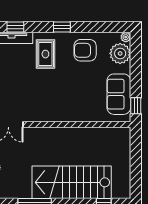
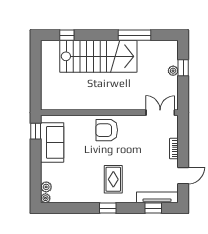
armchair: (85, 50) -> (107, 130), moved, turned 180
plant: (120, 53) -> (46, 187), width x0.53, depth x0.53
rug: (45, 54) -> (113, 179), moved

